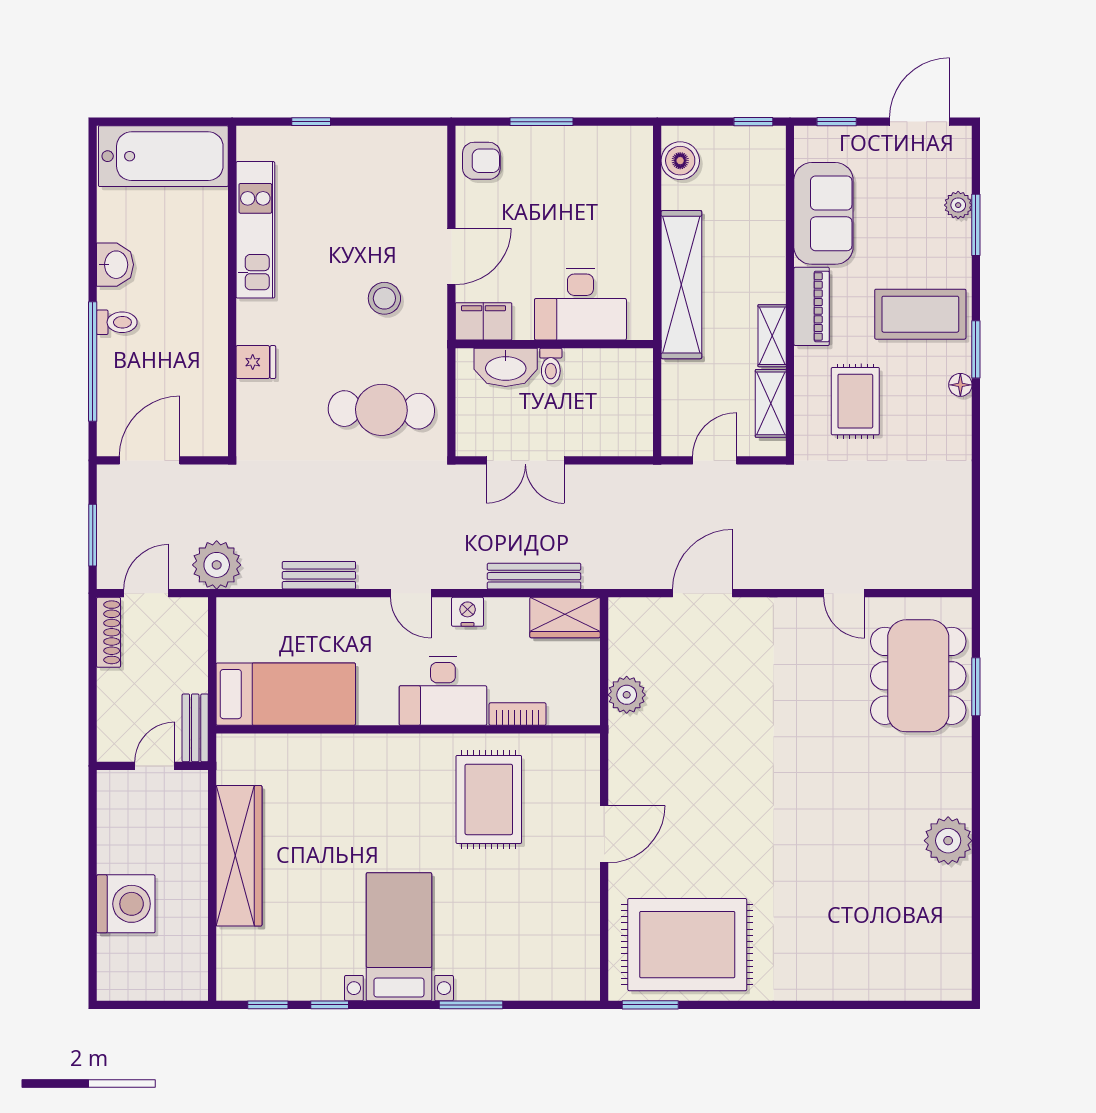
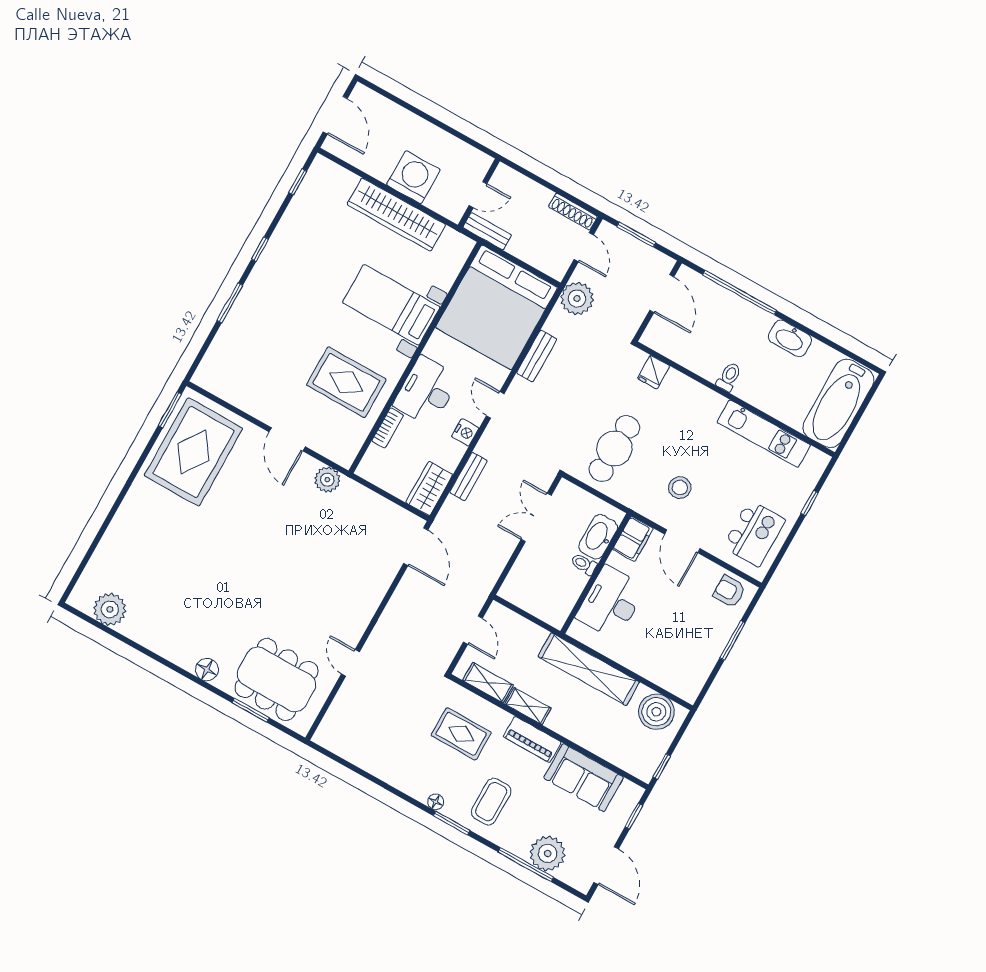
armchair: (481, 161) -> (729, 591), turned 90
boiler: (680, 161) -> (656, 712), width x1.37, depth x1.37
kitchen island: (390, 171) -> (754, 533), added
plant: (958, 205) -> (548, 853), width x1.88, depth x1.88
window: (976, 225) -> (526, 865), width x1.44
washbasin: (115, 265) -> (790, 338), width x1.38
coffee table: (920, 314) -> (491, 802), width x0.73, depth x0.76
toilet: (117, 322) -> (729, 377), moved, turned 180
fridge: (256, 362) -> (654, 372), moved
bench: (534, 576) -> (468, 476), width x0.73
door: (411, 593) -> (495, 405), hinge flipped
door: (703, 593) -> (416, 547), moved
door: (844, 593) -> (350, 663), hinge flipped
bed: (286, 694) -> (497, 307), width x2.04
plant: (627, 695) -> (327, 480), moved
door: (155, 766) -> (478, 195), hinge flipped
floor lamp: (955, 772) -> (207, 670), added
plant: (948, 841) -> (110, 609), moved
washing machine: (126, 904) -> (413, 177), moved, turned 180
bed with nightstands: (399, 937) -> (391, 305), moved, turned 180
door: (156, 1005) -> (335, 115), added
window: (330, 1005) -> (260, 249), moved

